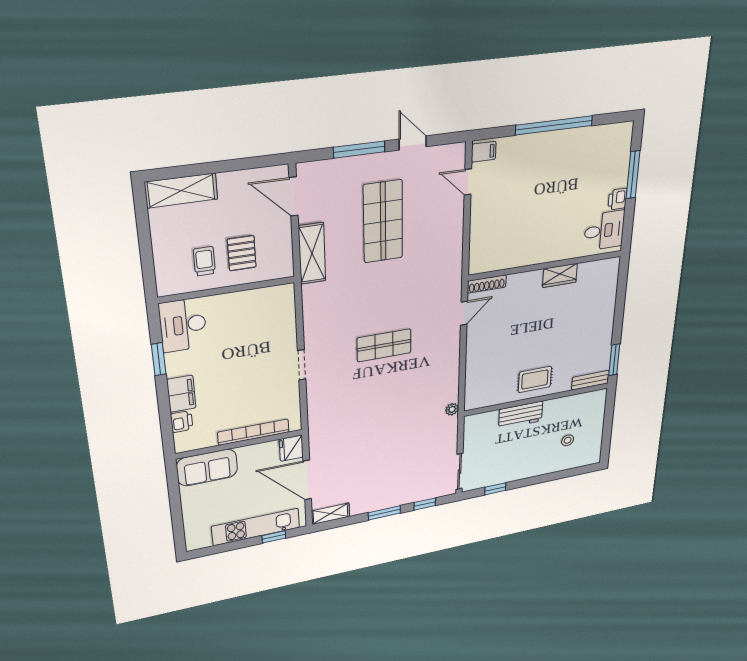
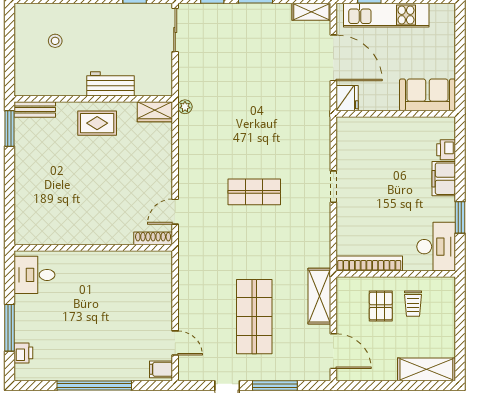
printer: (618, 199) -> (23, 353), moved
wardrobe: (560, 275) -> (155, 112), moved, turned 180
bookcase: (253, 432) -> (369, 263), moved, turned 180

